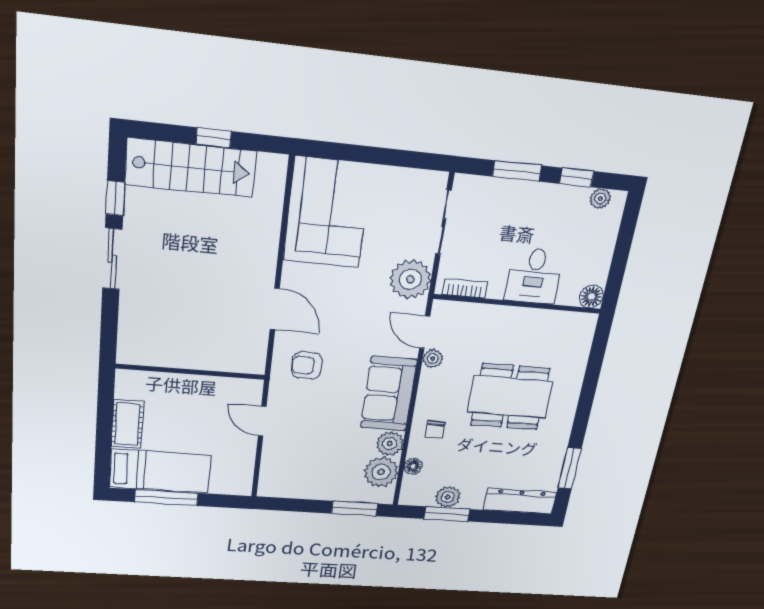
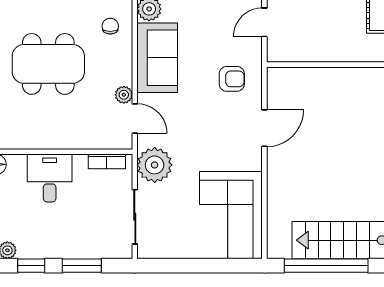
window: (214, 138) -> (326, 266), width x3.17
door: (275, 309) -> (264, 128), swing flipped
door: (262, 421) -> (264, 22), swing flipped

